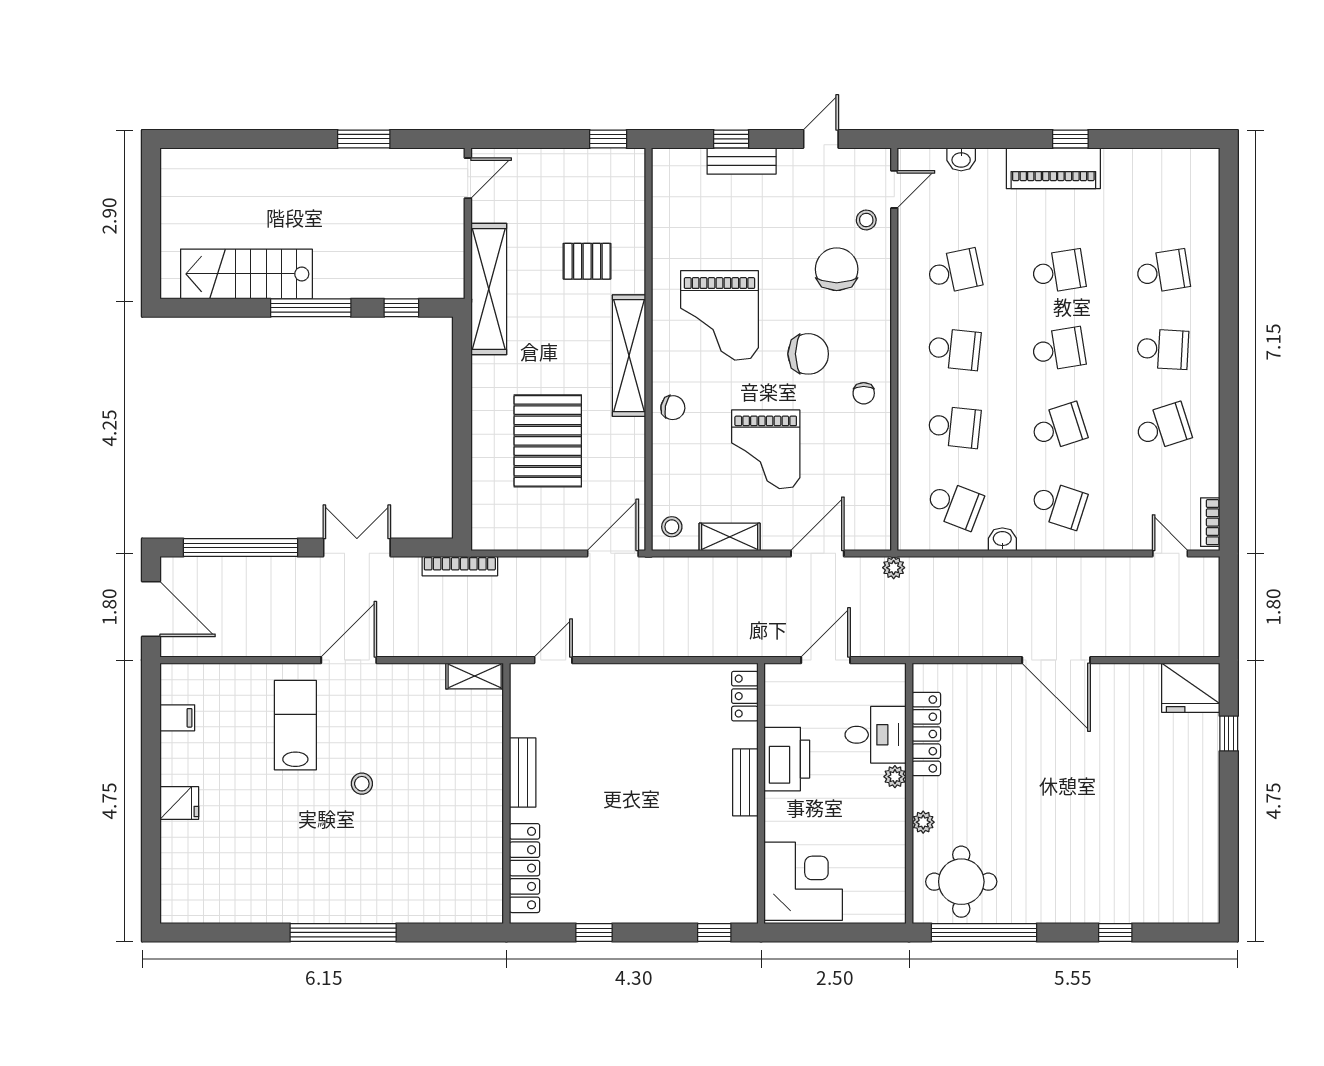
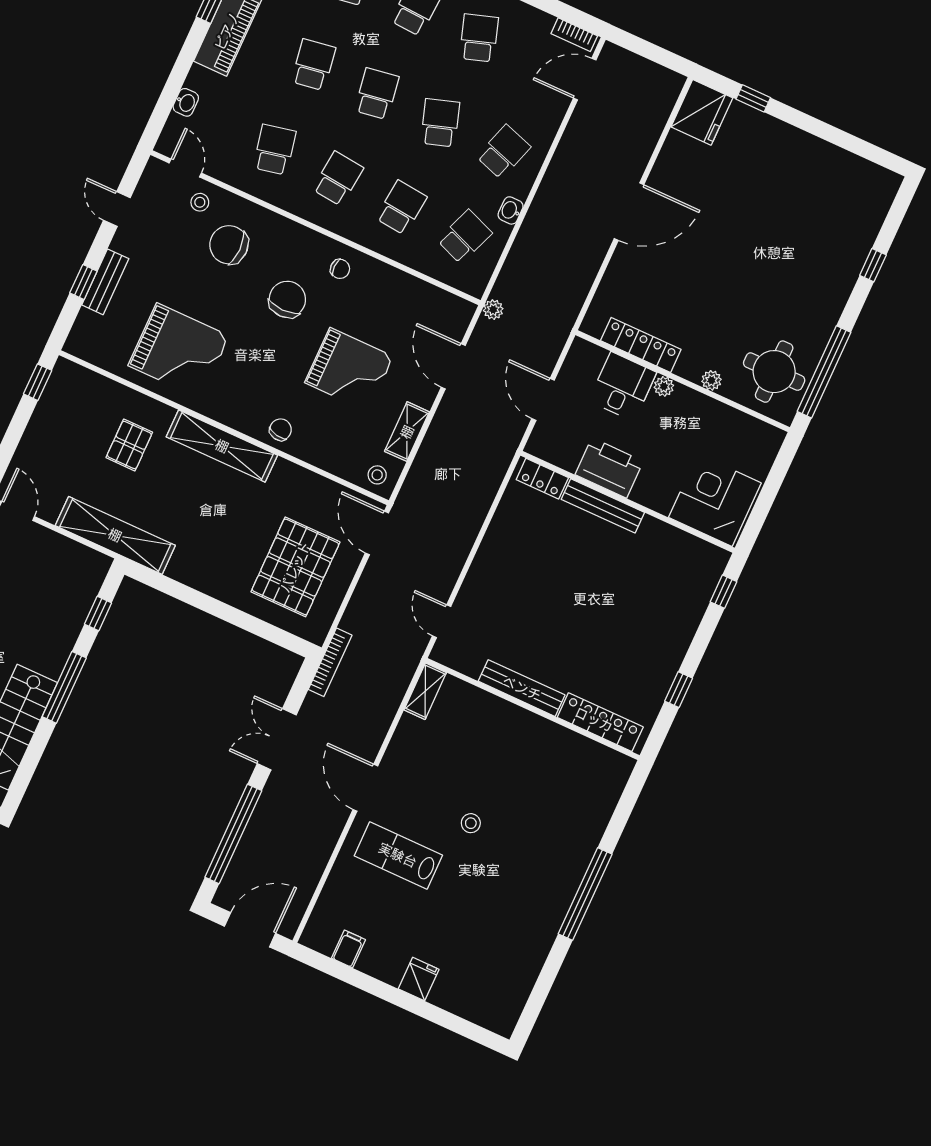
grand piano: (719, 315) -> (179, 351), moved
pallet: (548, 441) -> (295, 567), moved, turned 90
door: (1170, 553) -> (585, 79), width x1.38
bench: (523, 772) -> (522, 688), width x1.36
bench: (745, 782) -> (603, 506), width x1.36

